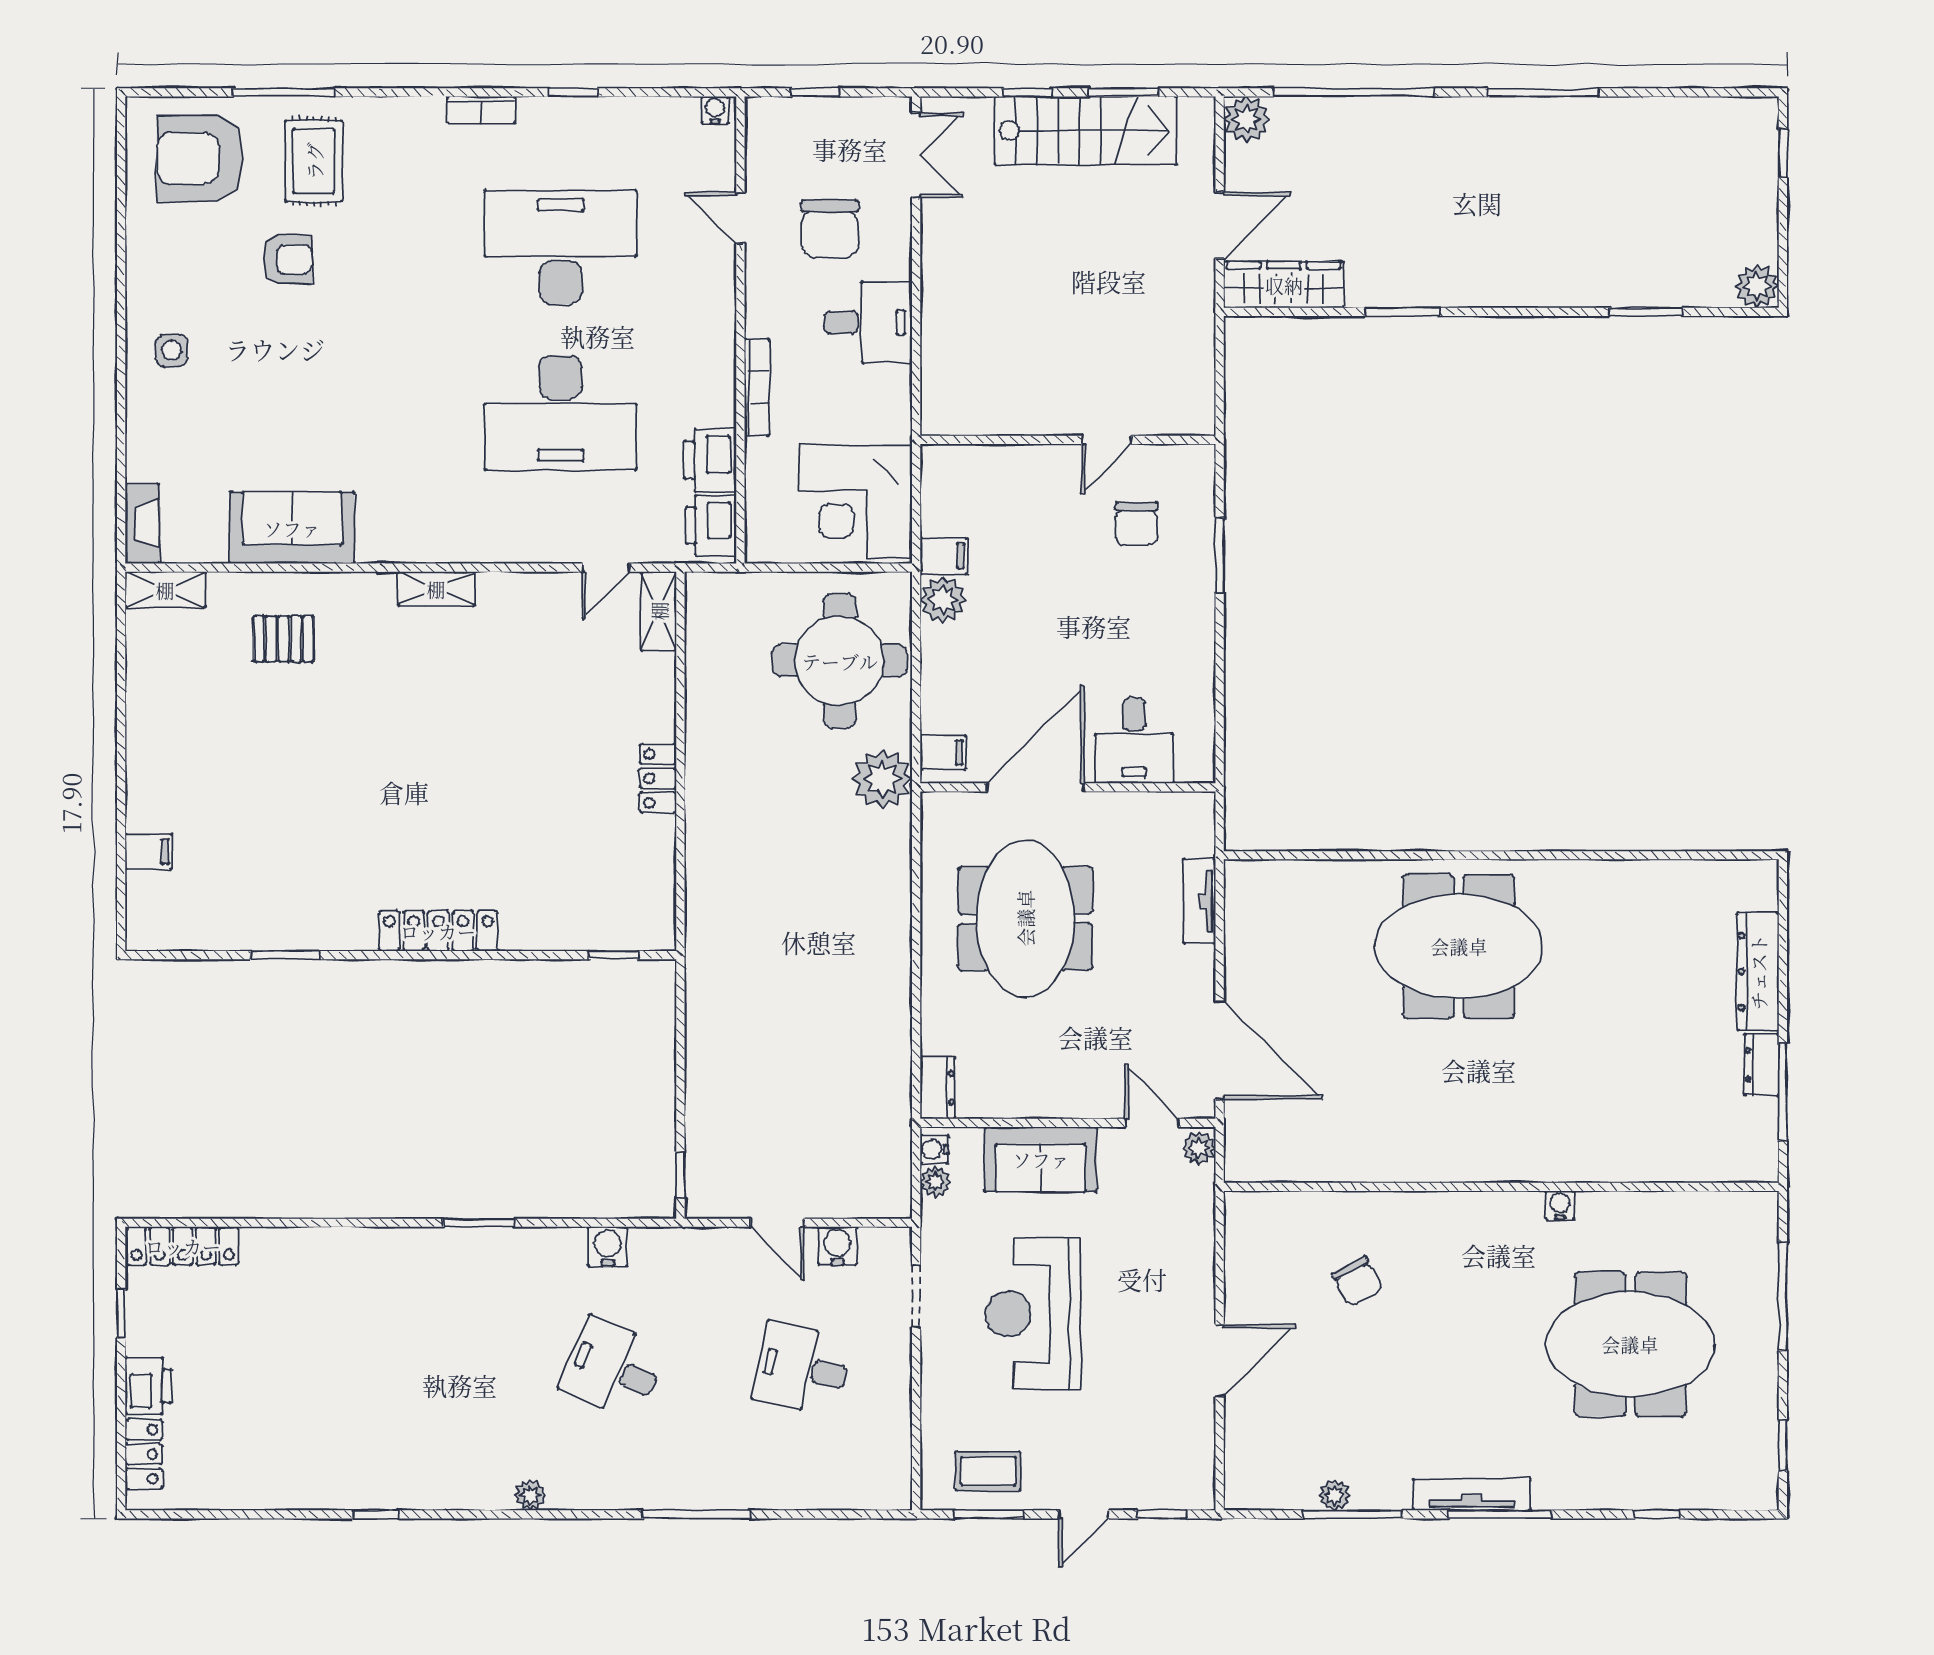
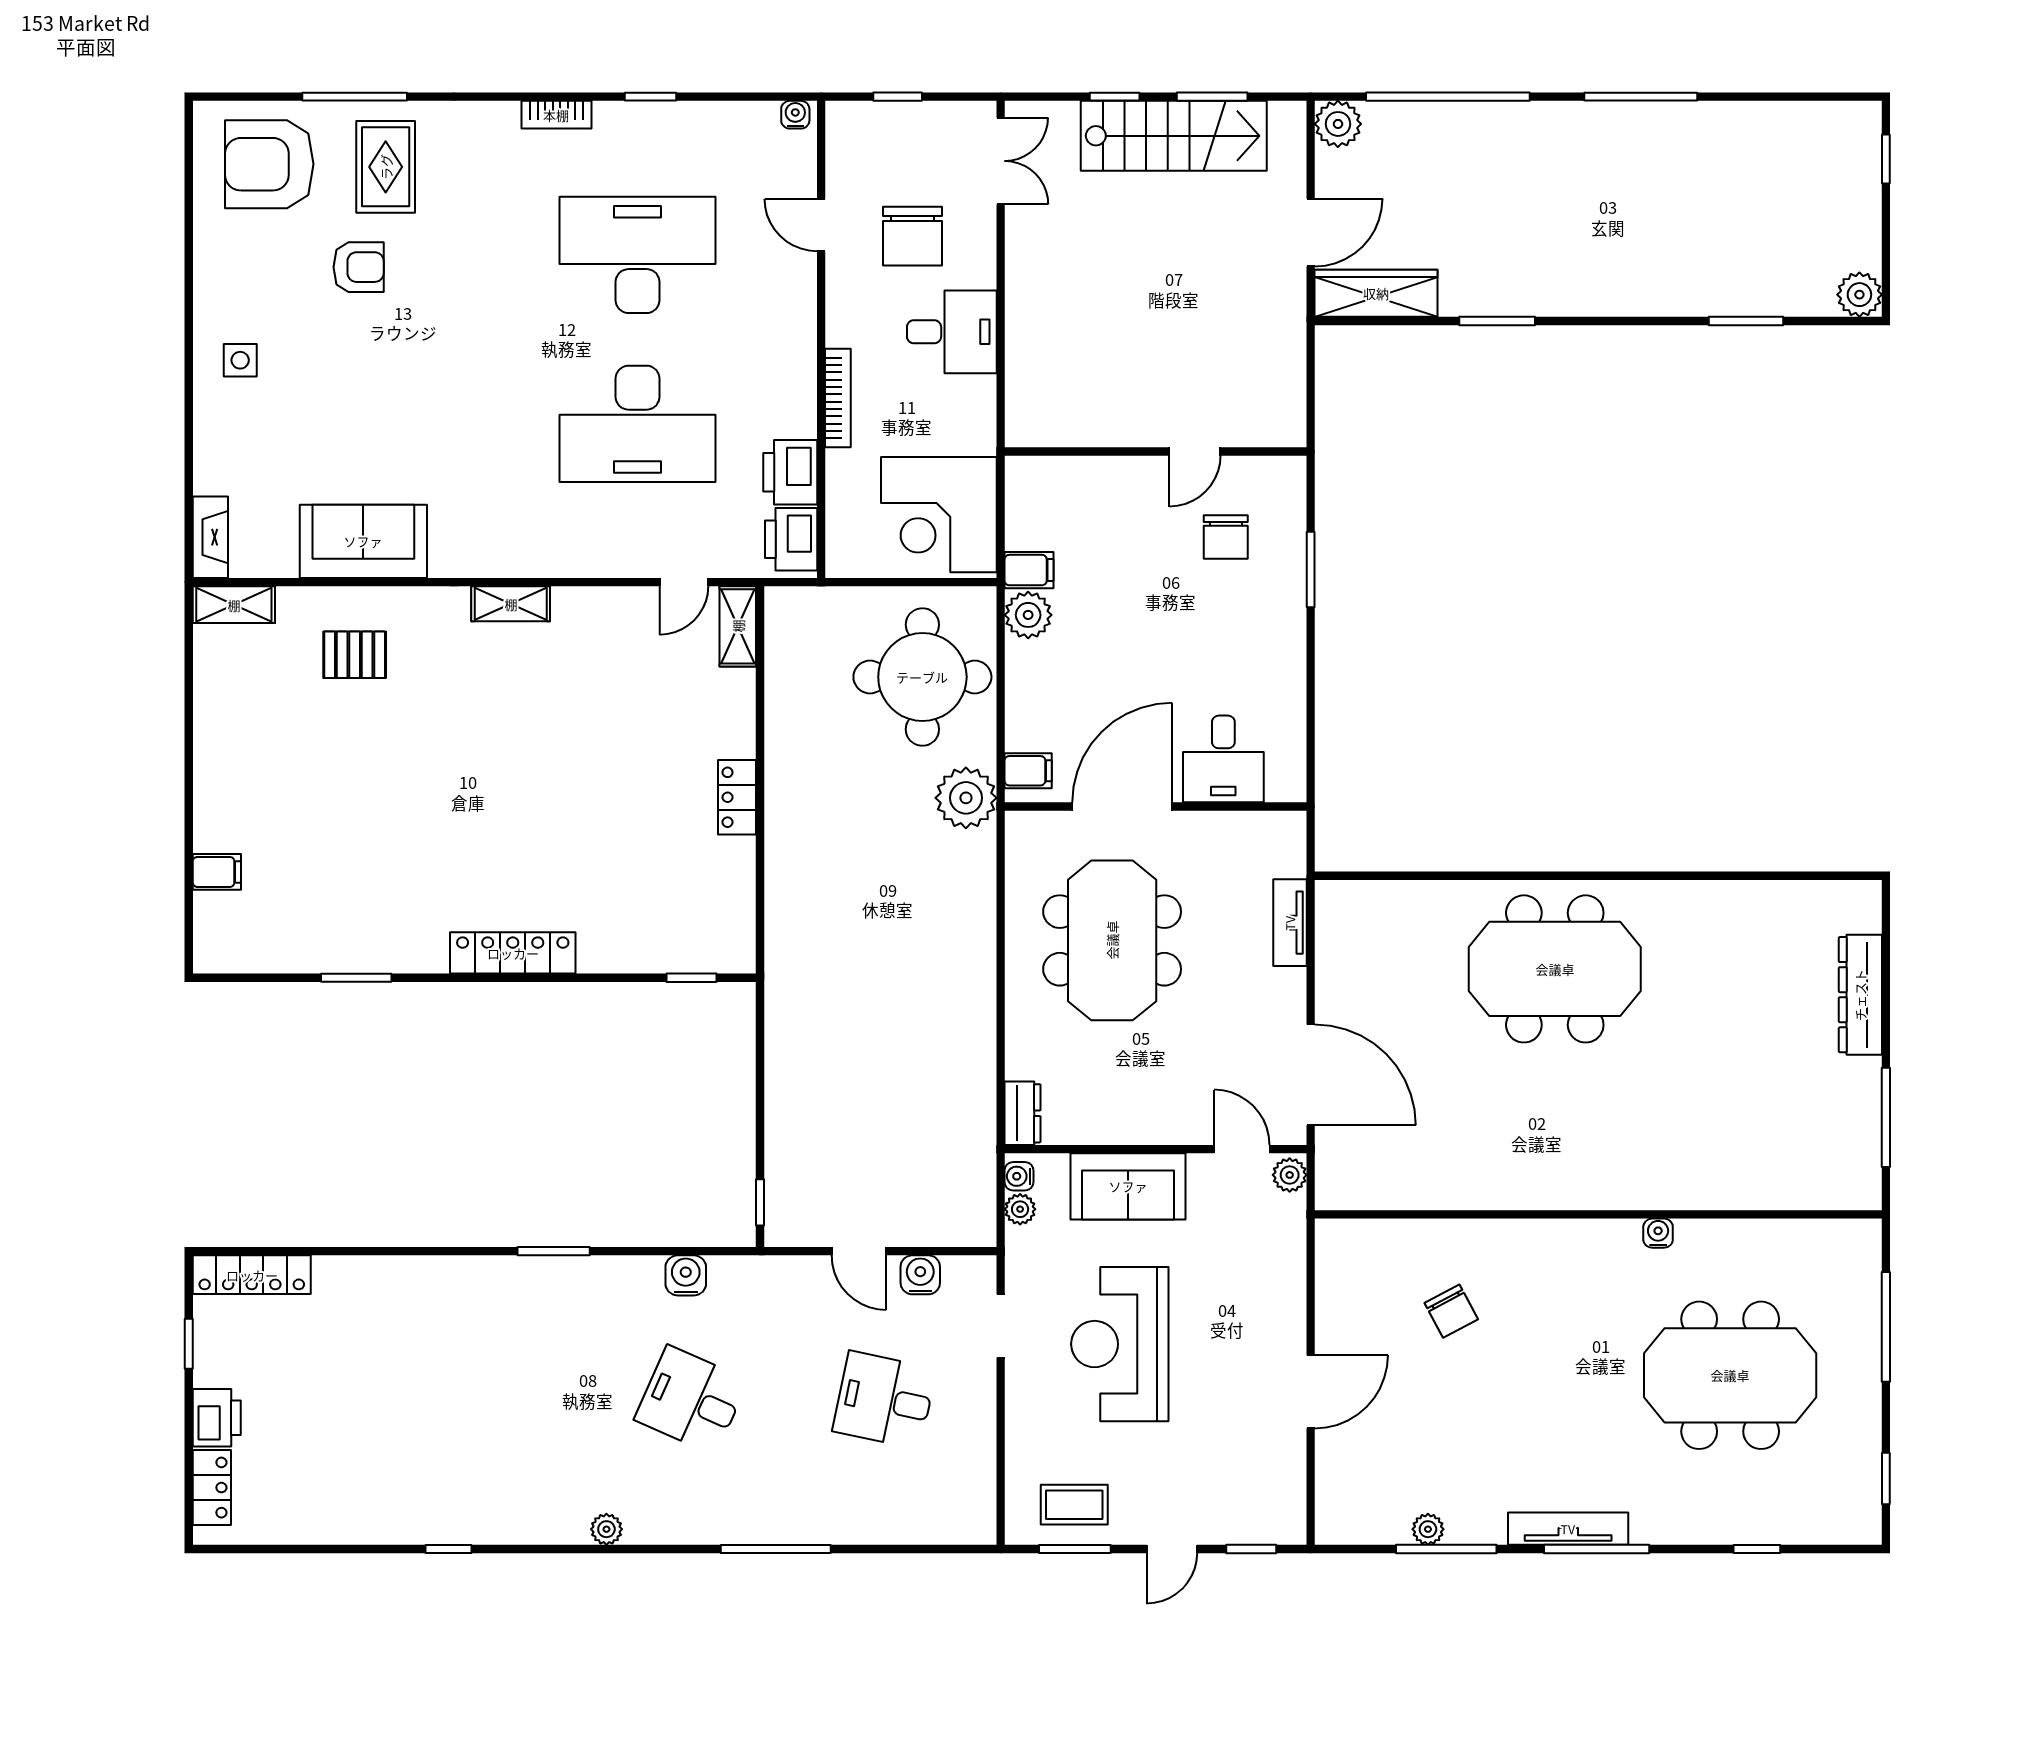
dresser: (1762, 1065) -> (1864, 1090), removed

